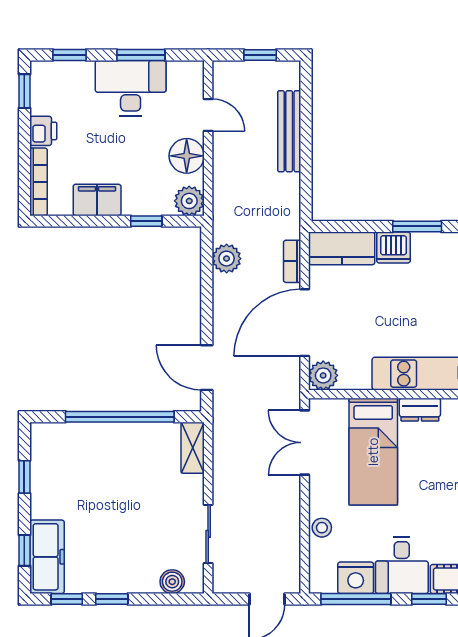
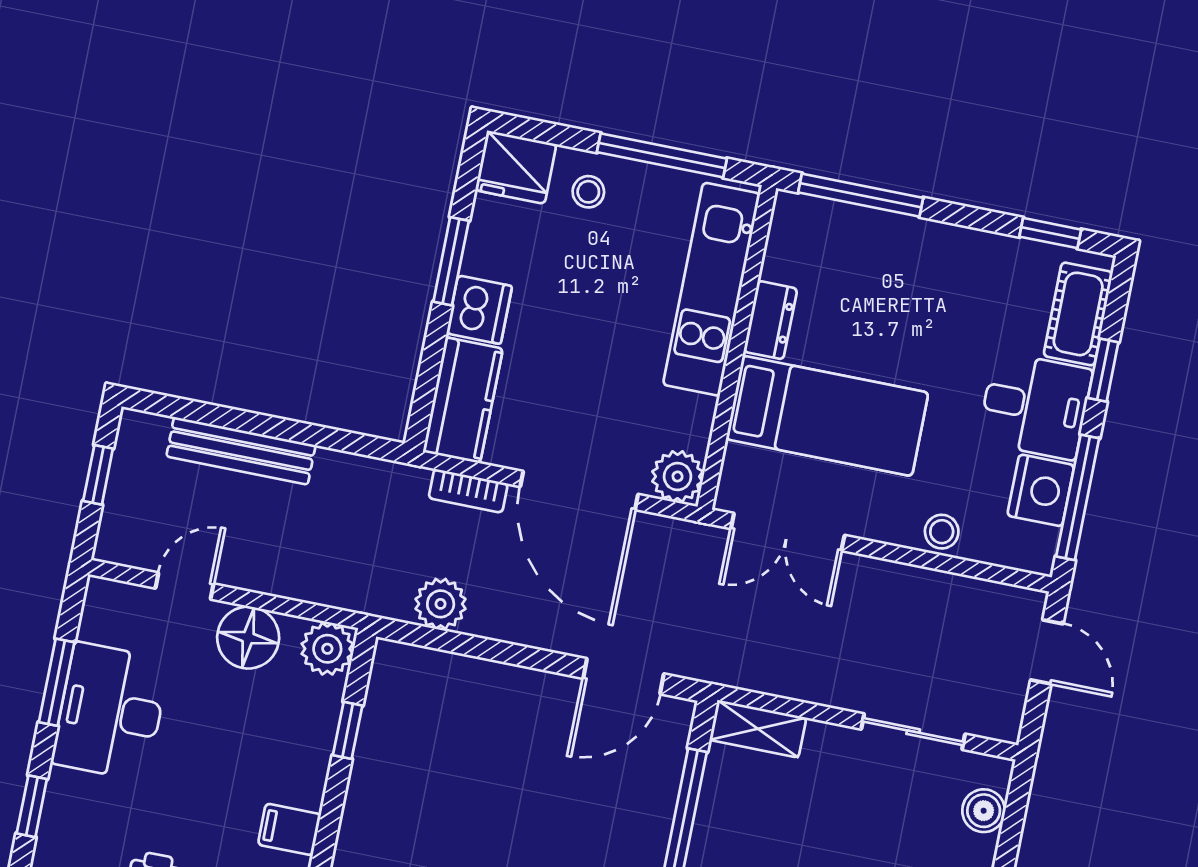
filing cabinet: (97, 200) -> (289, 829), width x0.50

